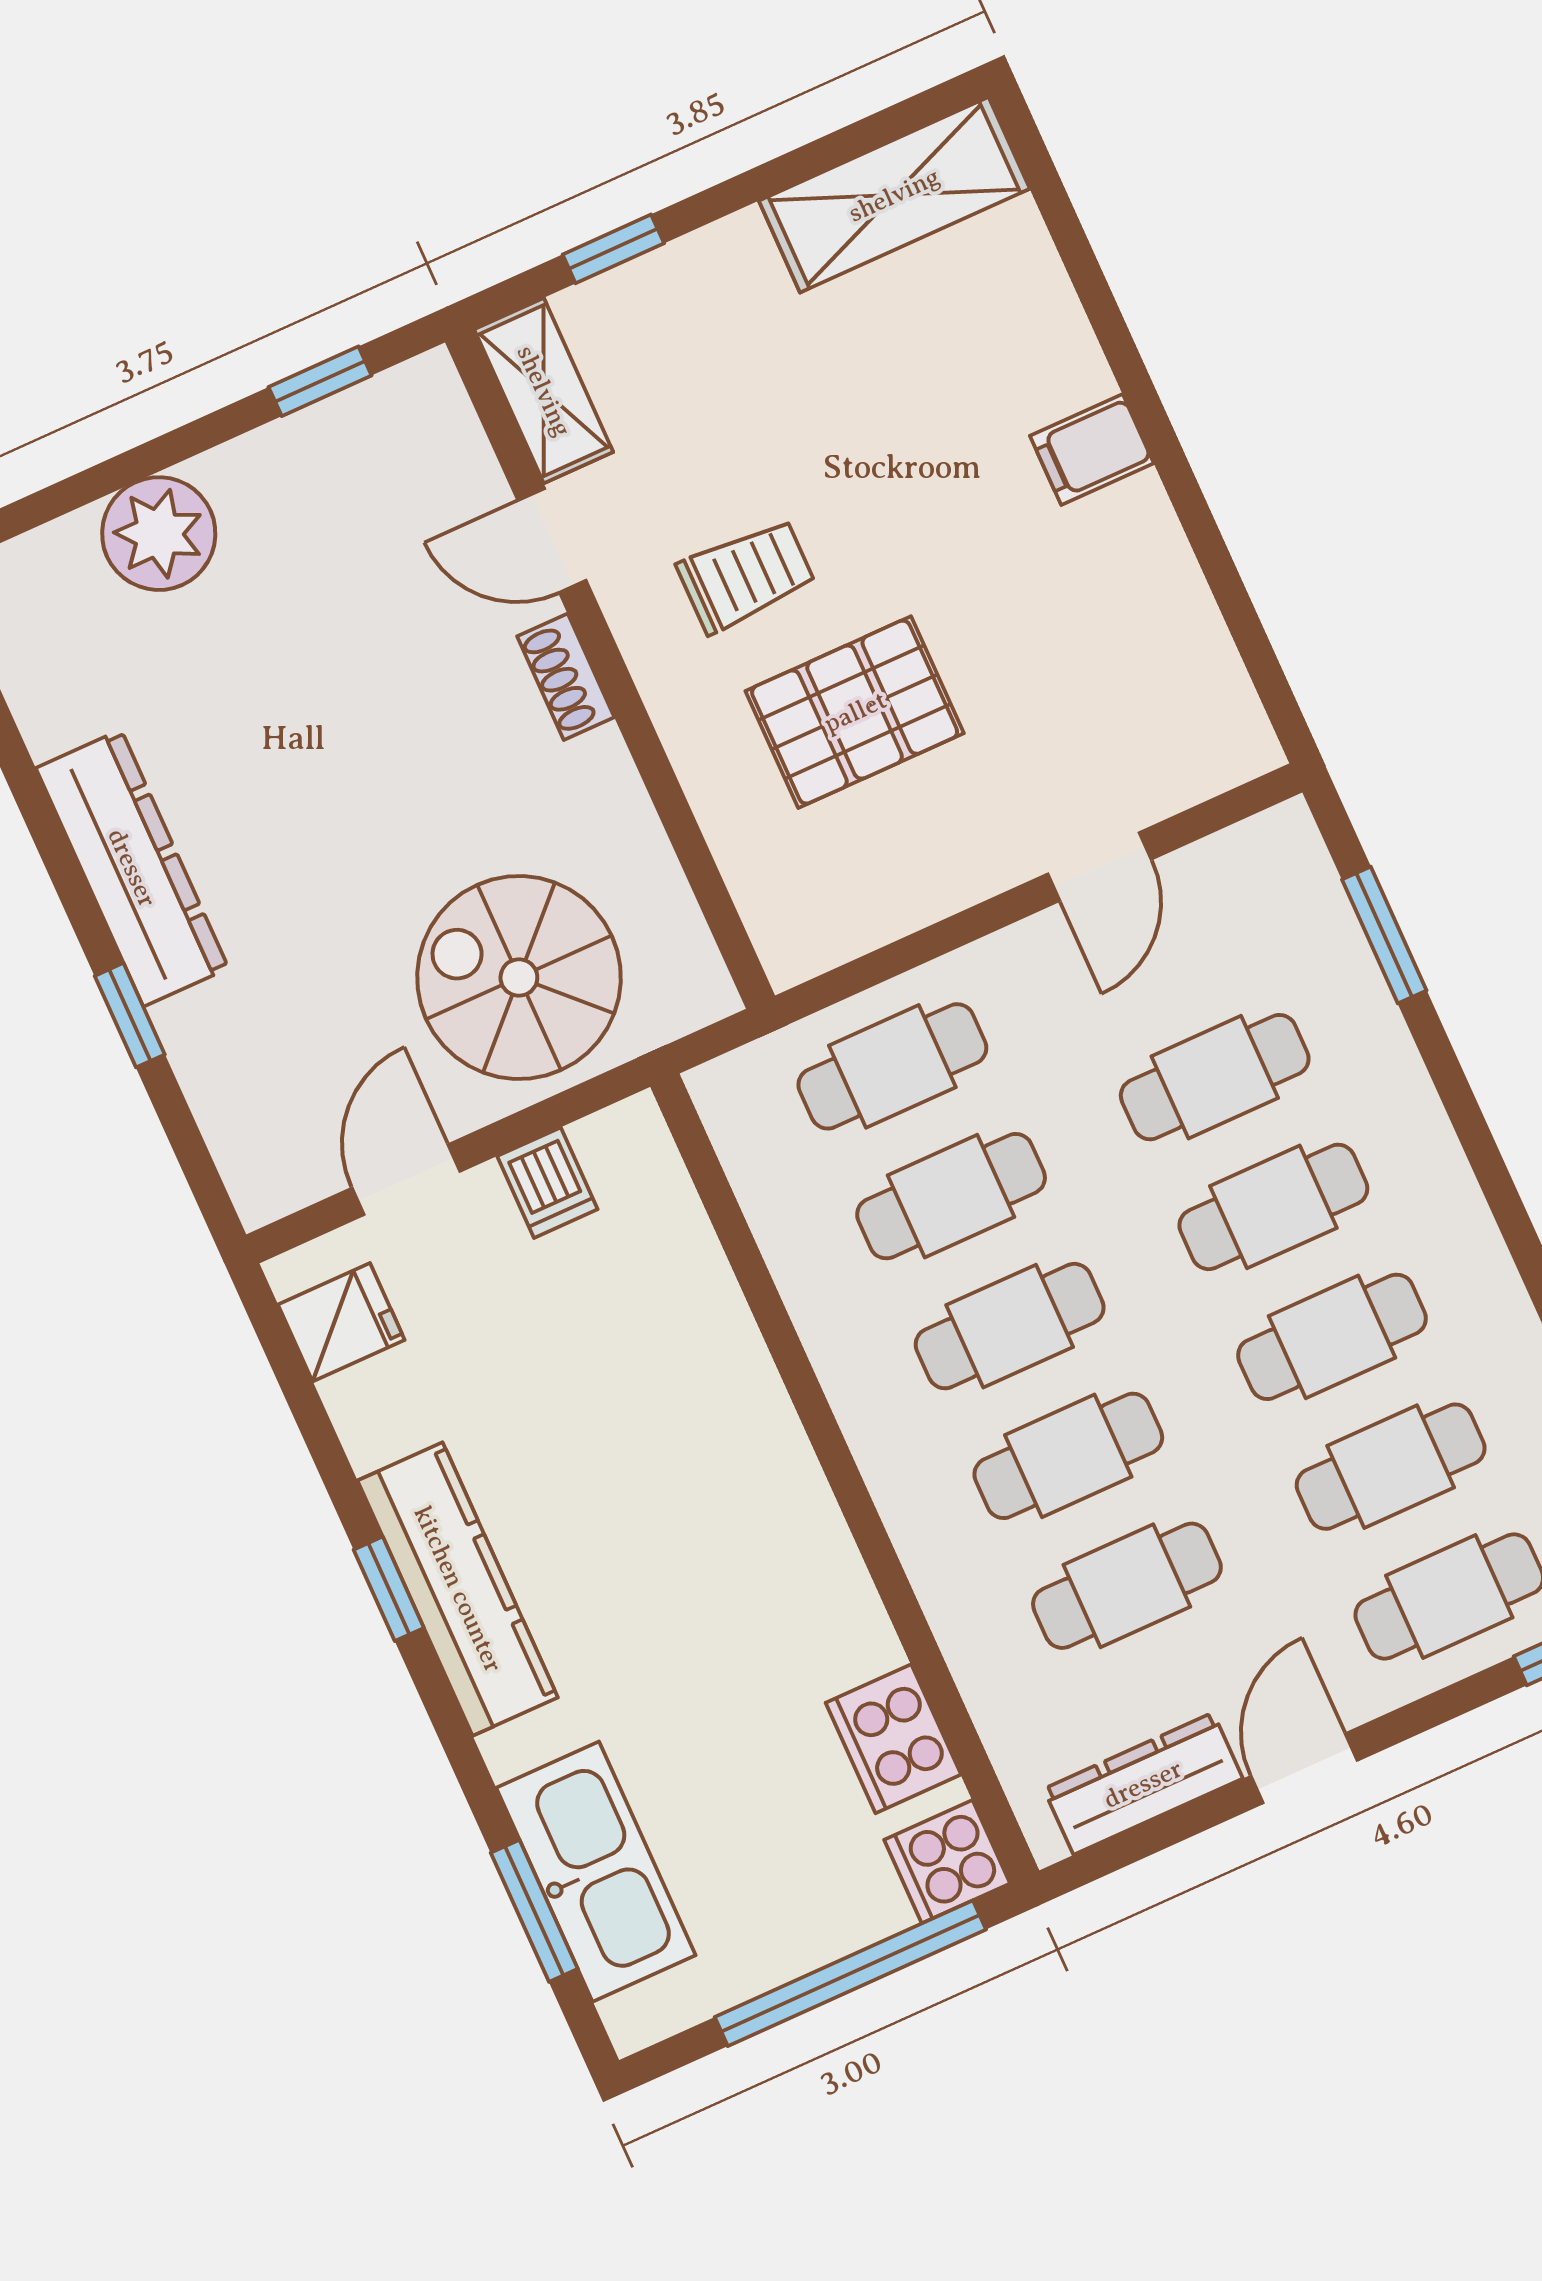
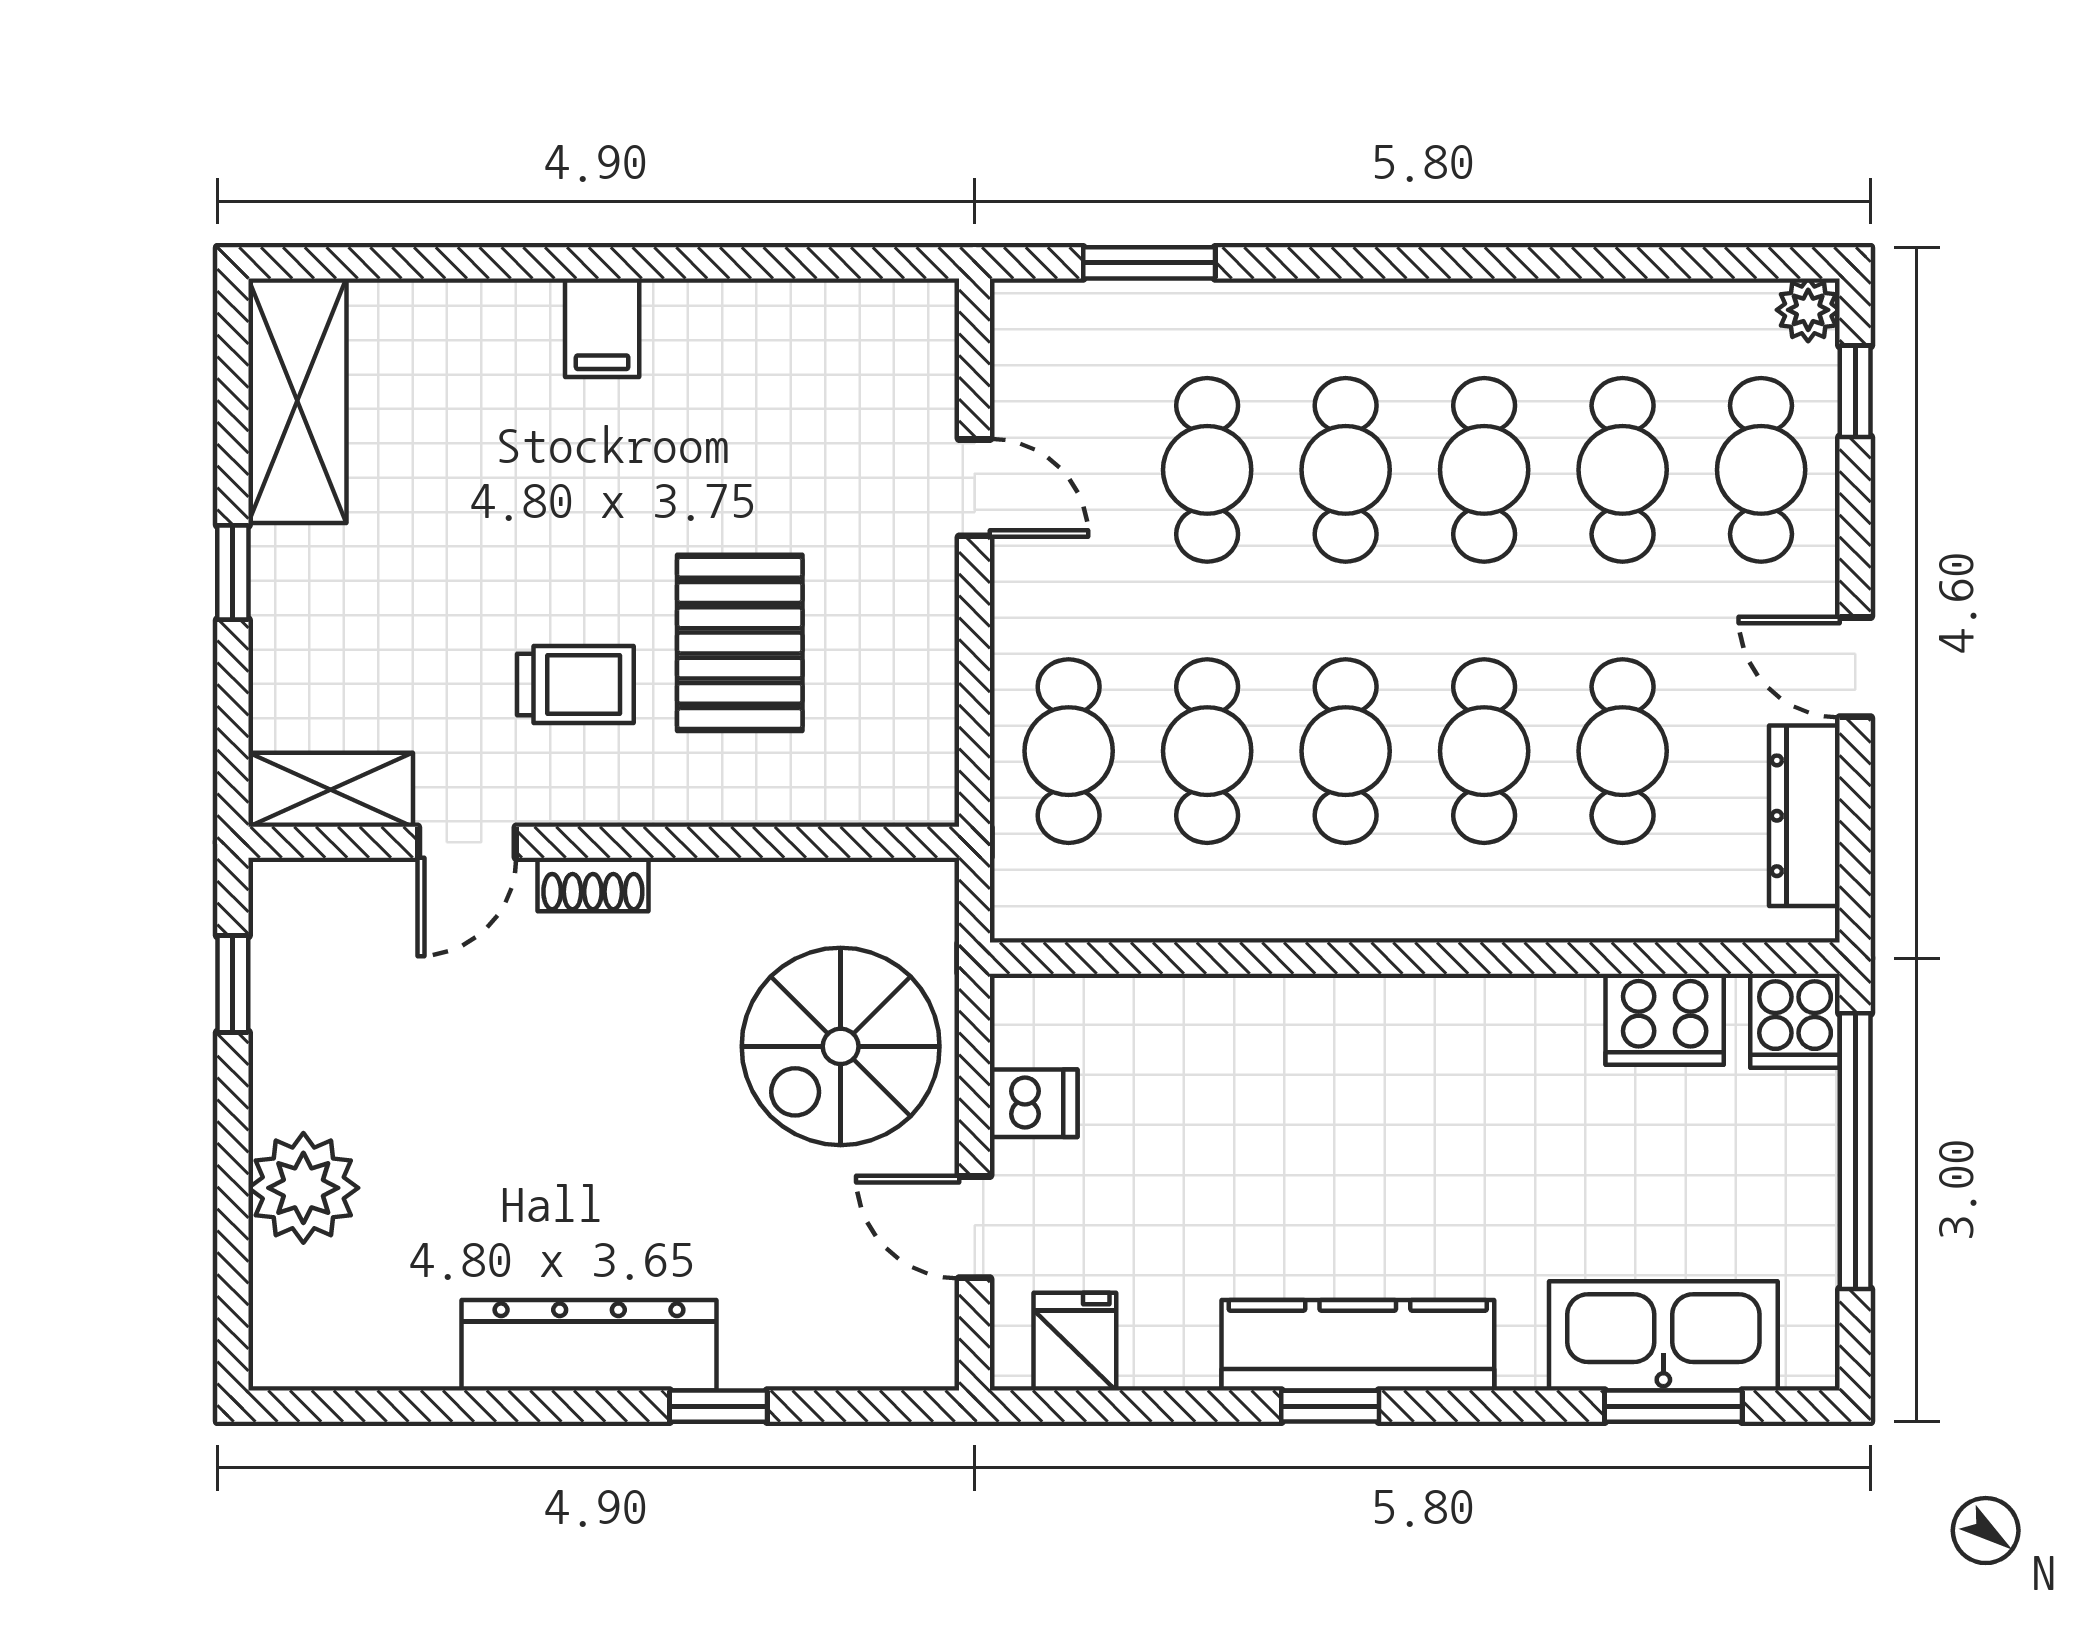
window: (613, 249) -> (233, 573), moved
trolley: (746, 576) -> (575, 684), turned 90

